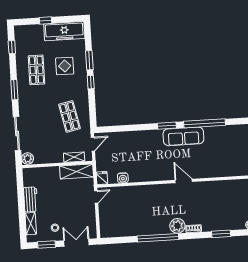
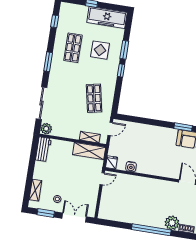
workbench: (31, 199) -> (43, 149), moved

